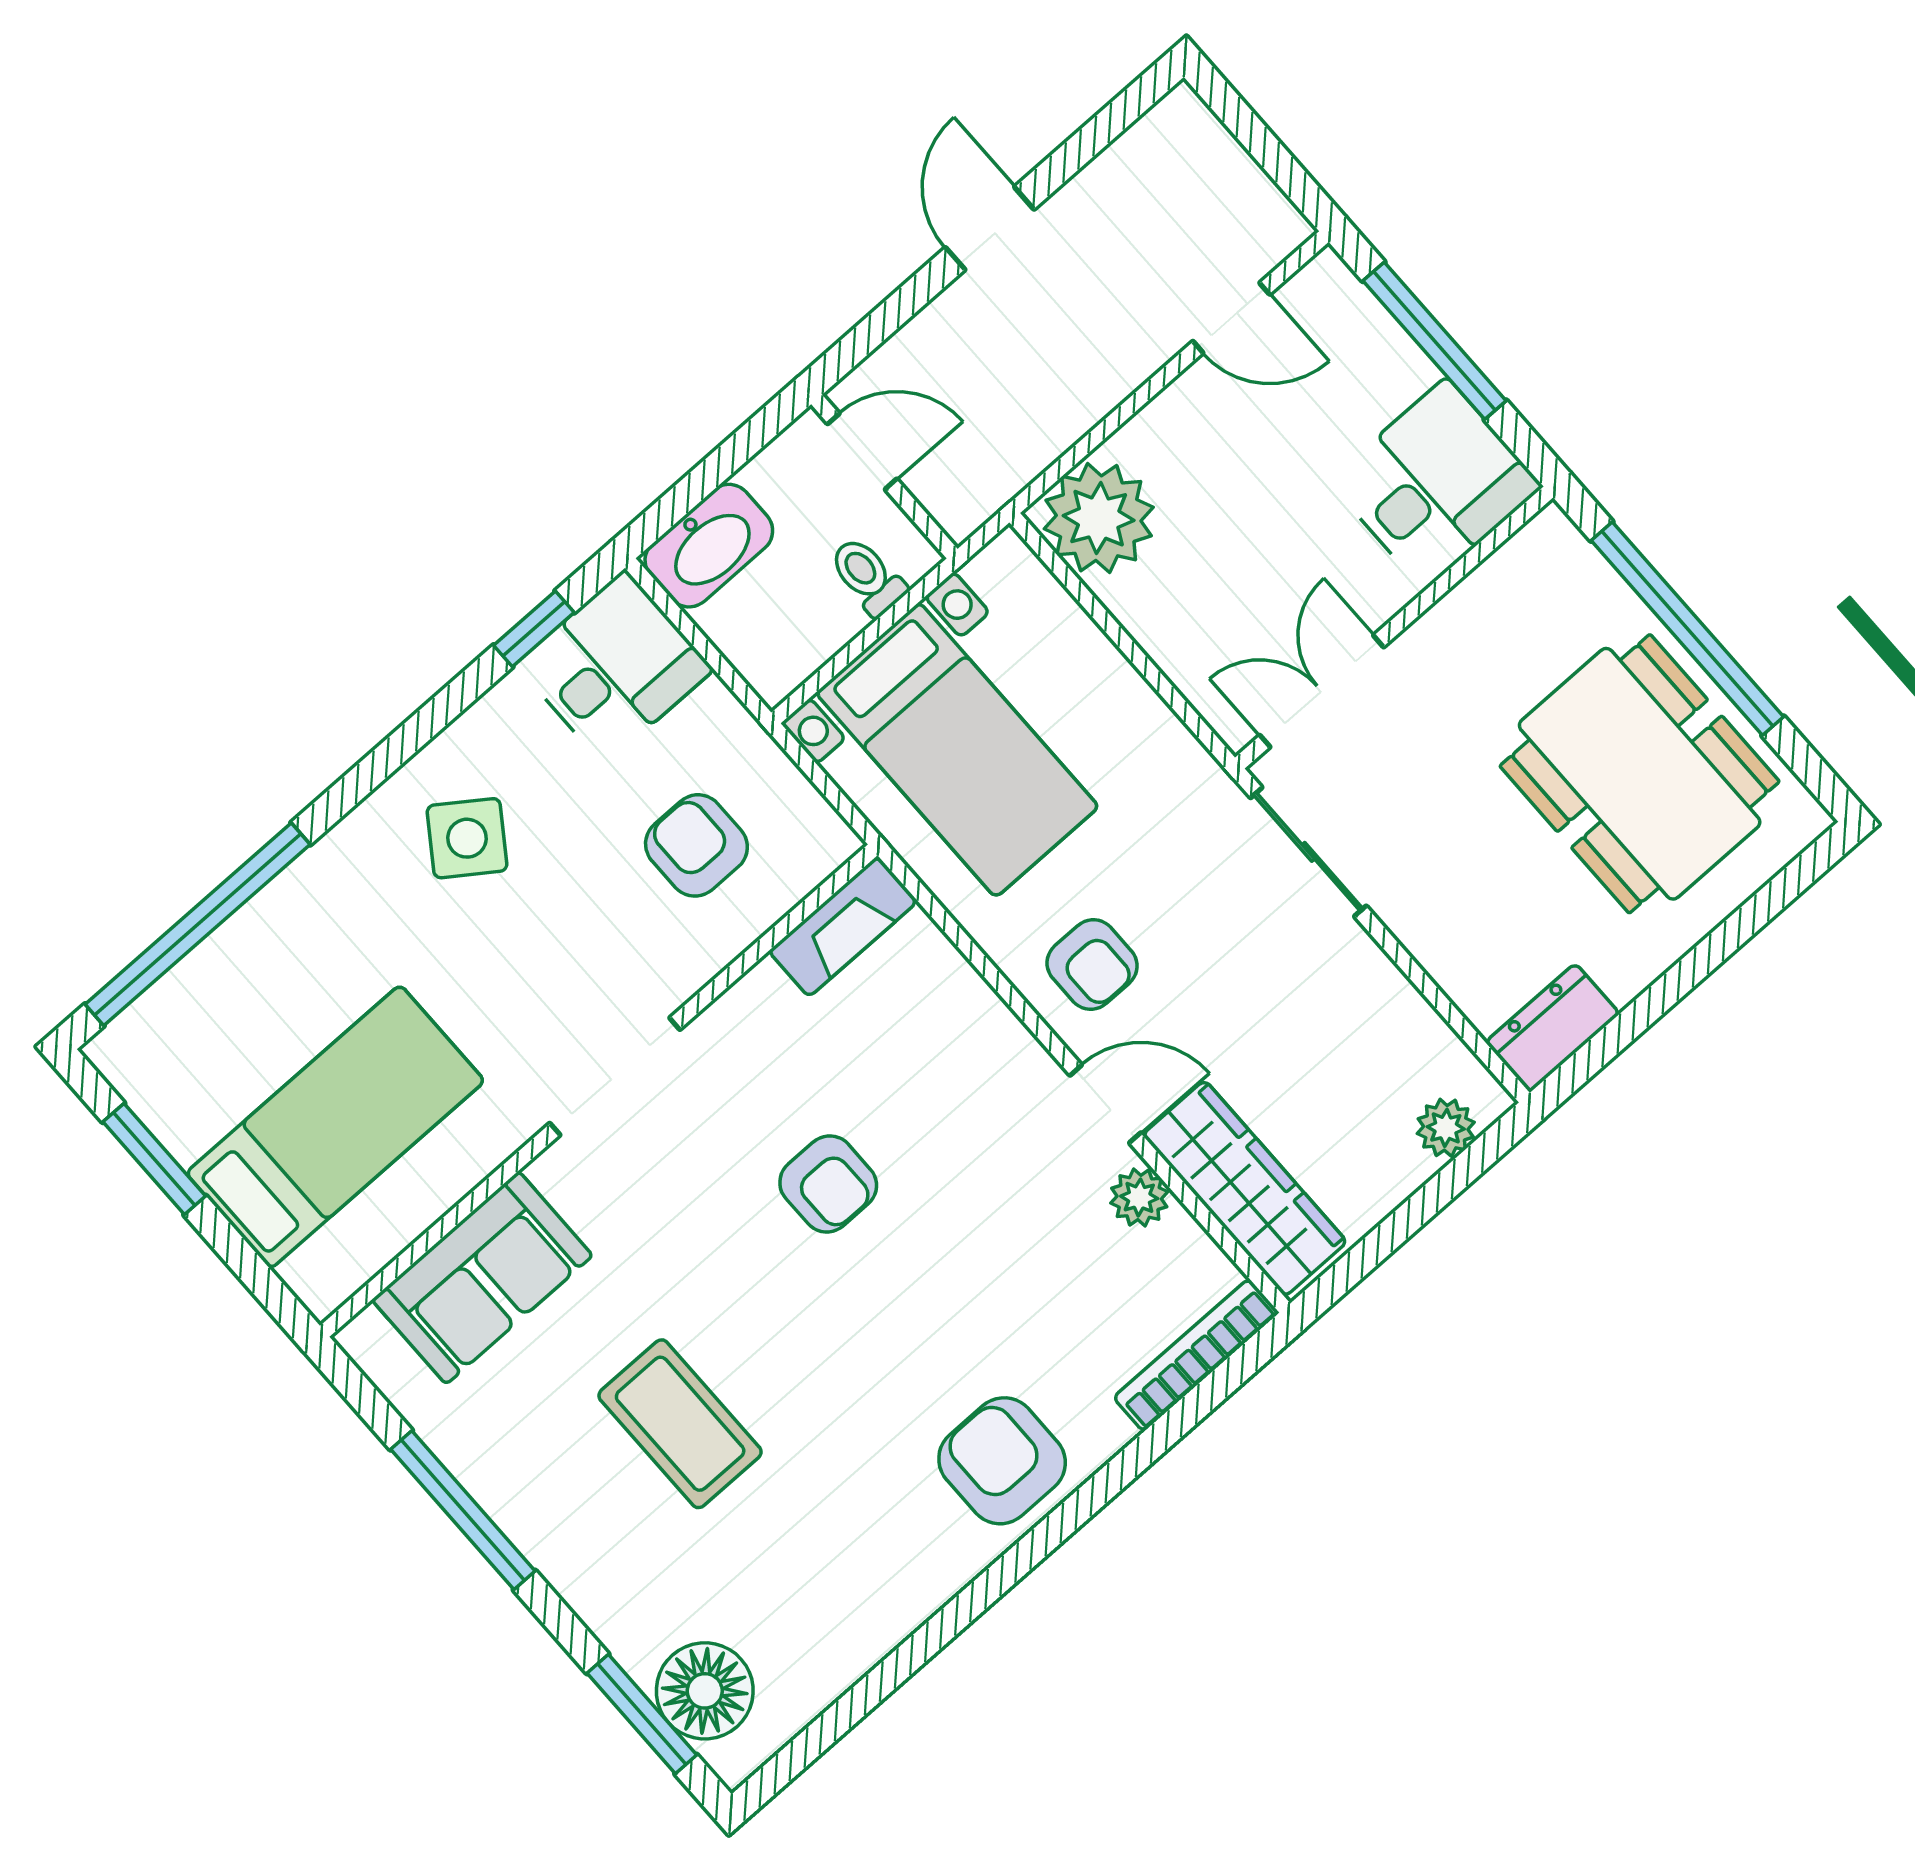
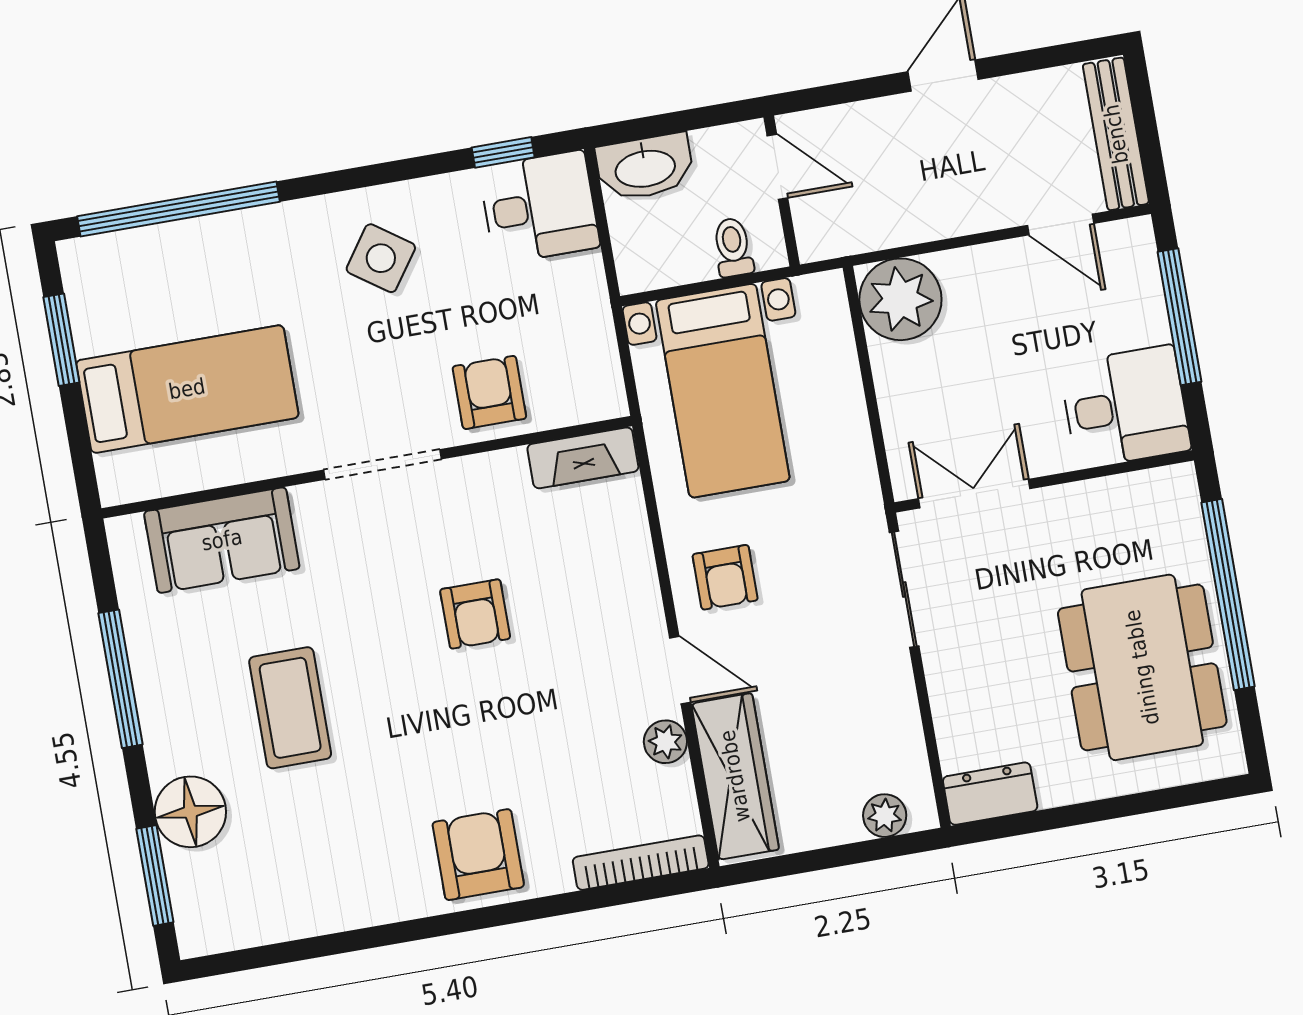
bench: (1231, 174) -> (1116, 134), added
armchair: (696, 845) -> (489, 392), moved
floor lamp: (705, 1691) -> (190, 812), moved

